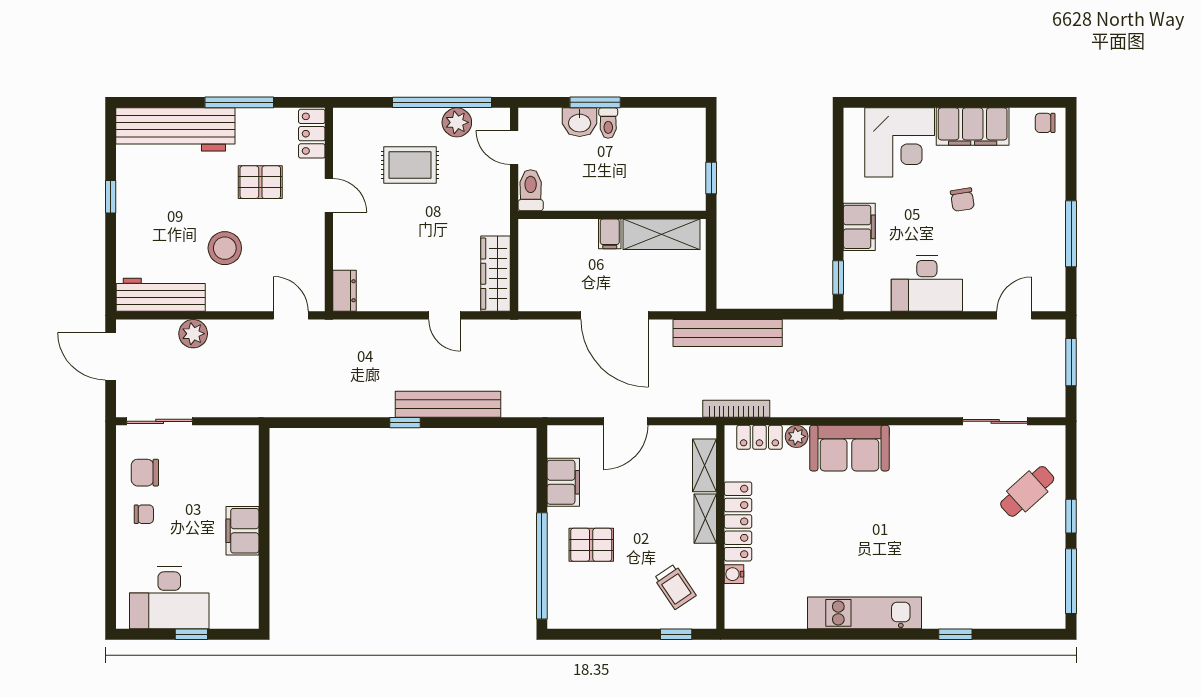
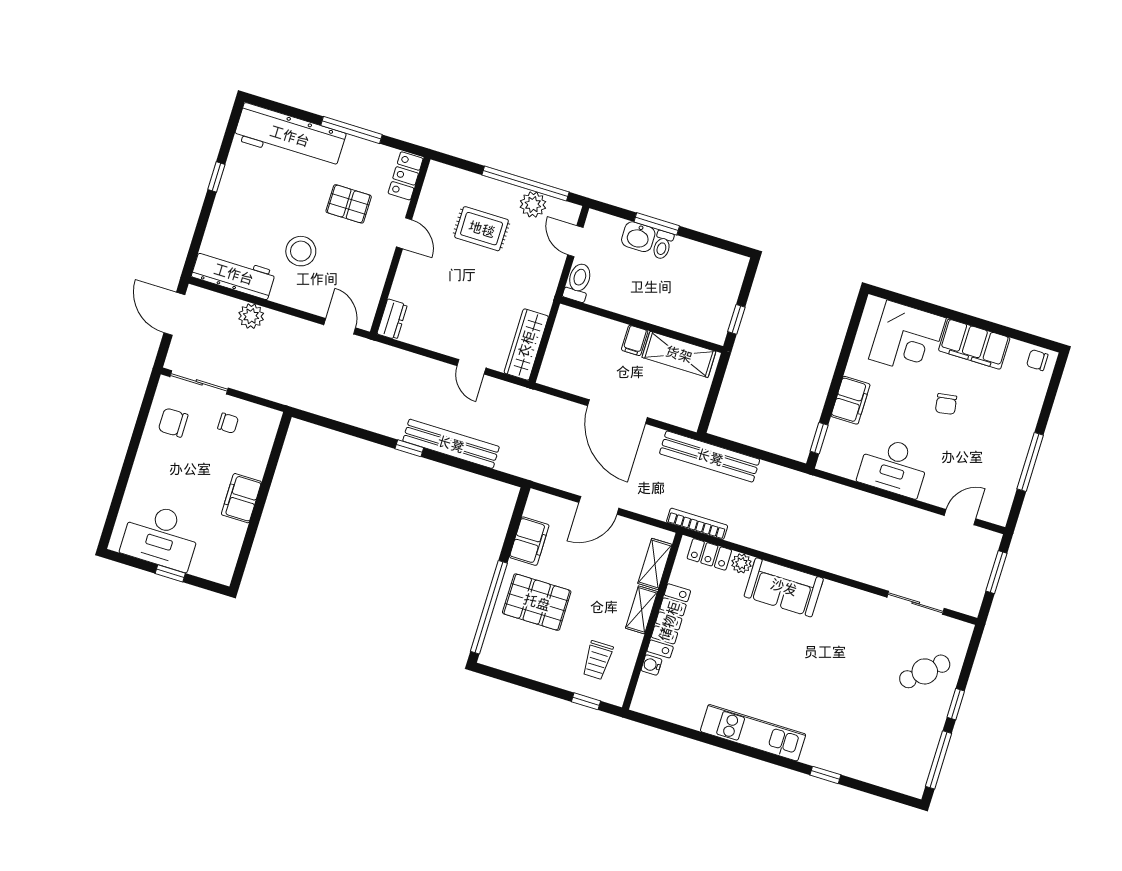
chair: (144, 514) -> (228, 423), moved
pallet: (591, 545) -> (537, 602), width x1.50, depth x1.42
trolley: (675, 587) -> (597, 660), turned 34

